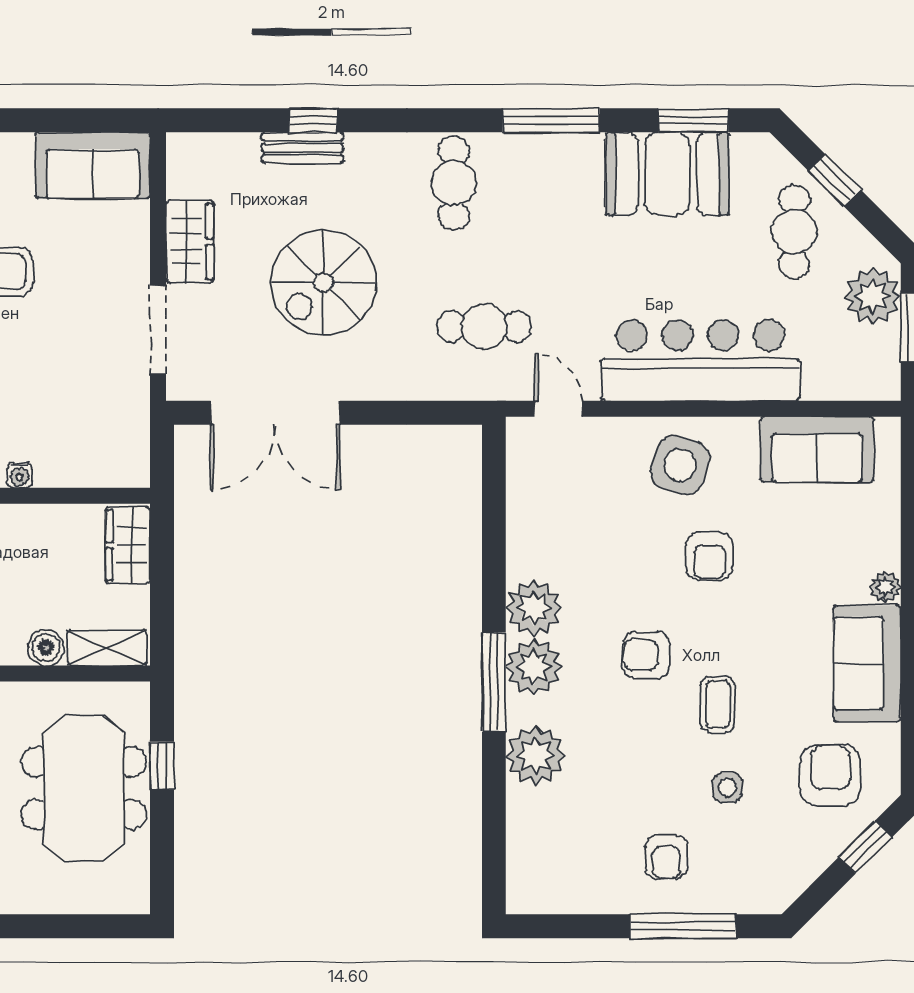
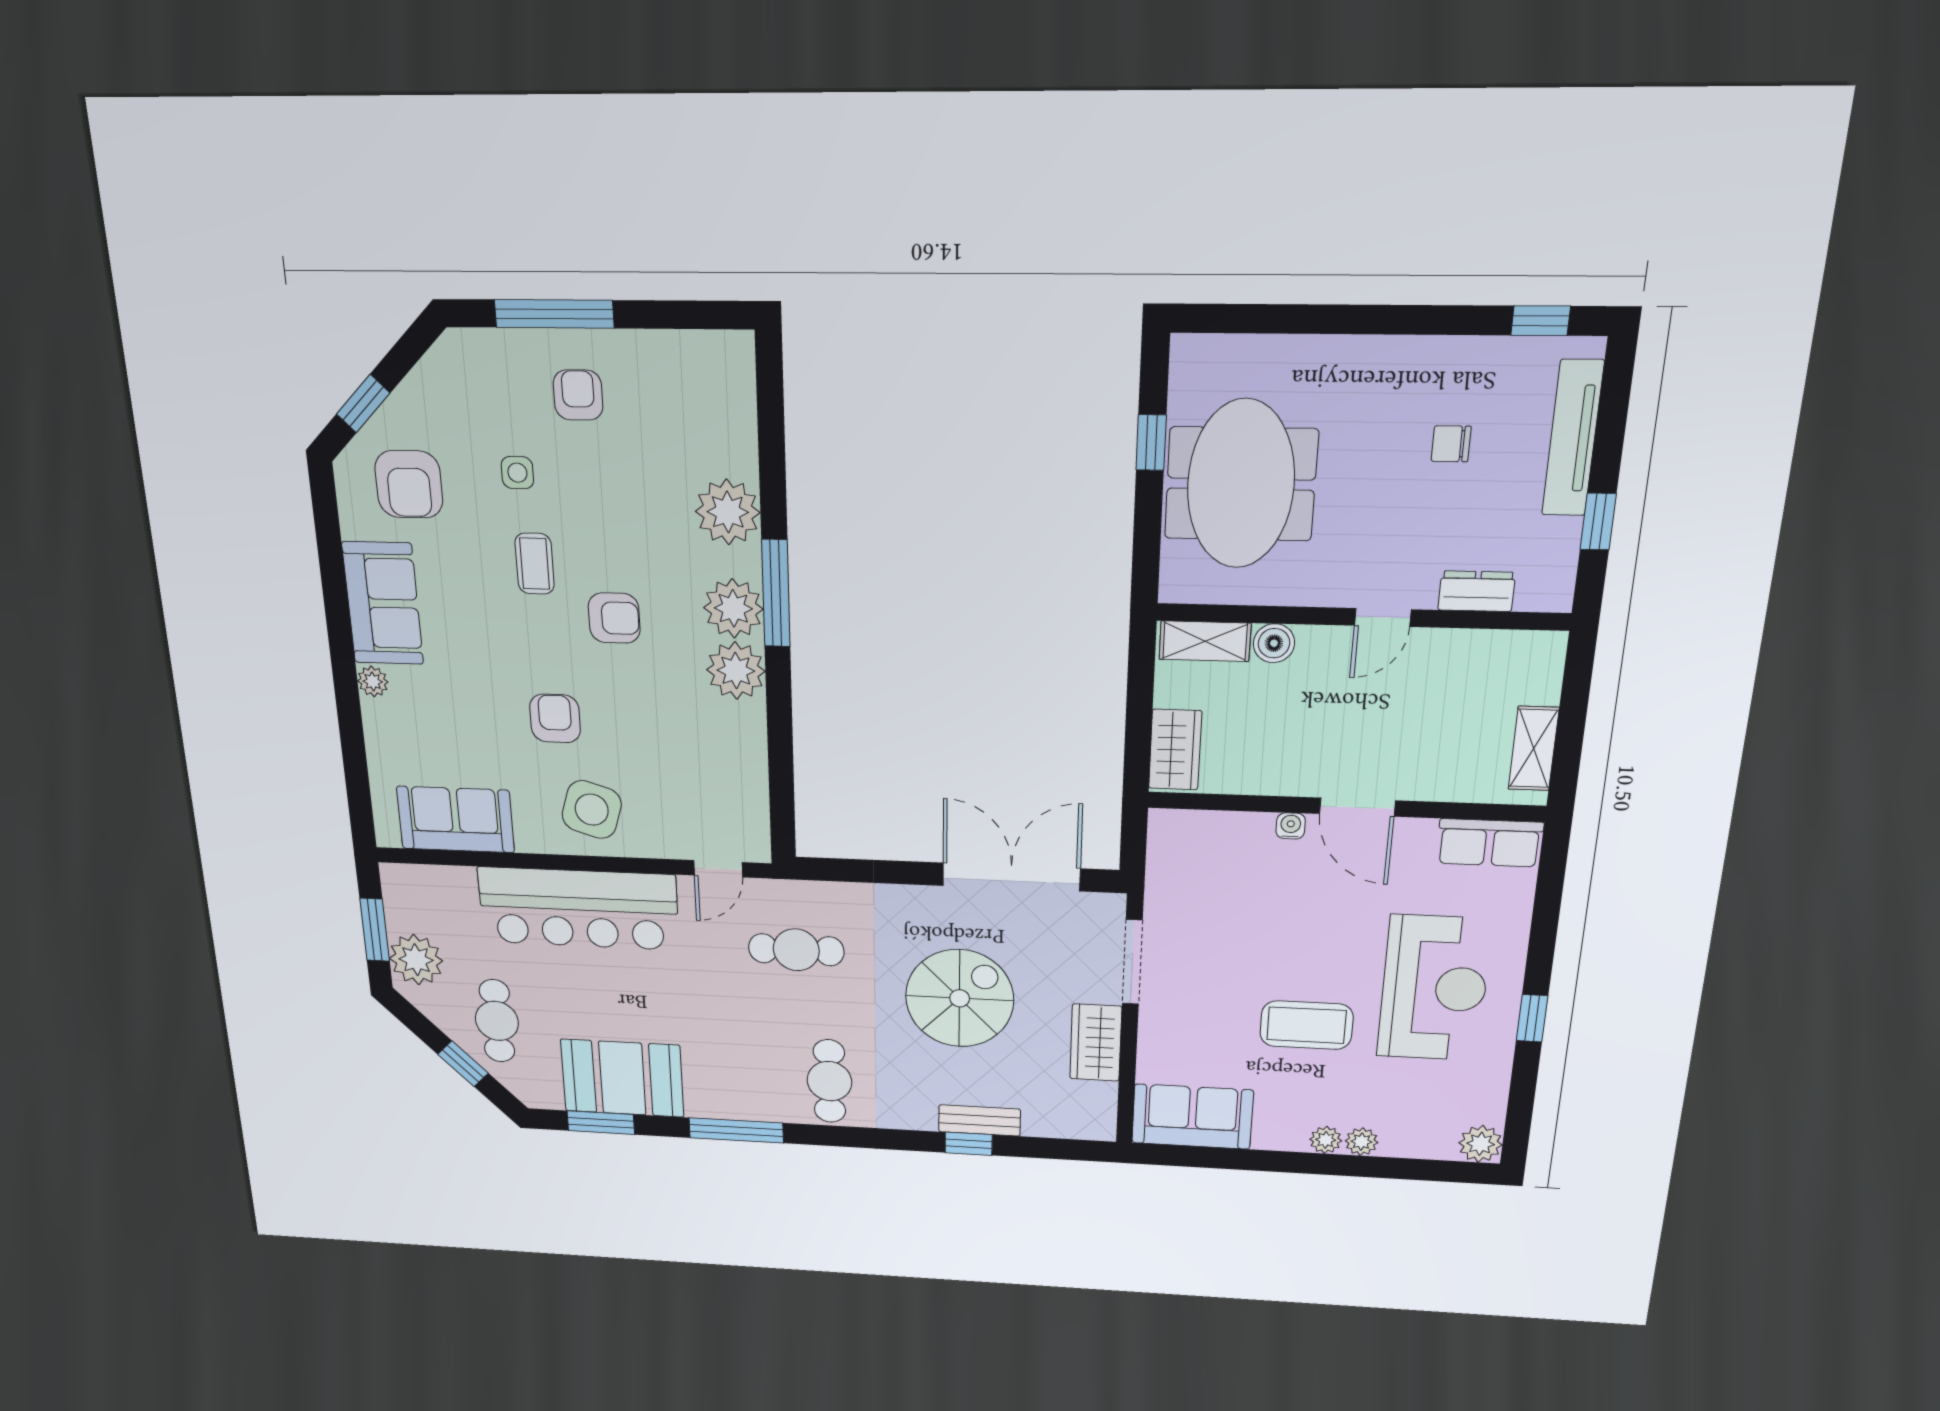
door: (558, 409) -> (718, 869), hinge flipped
window: (162, 765) -> (1151, 442), moved

